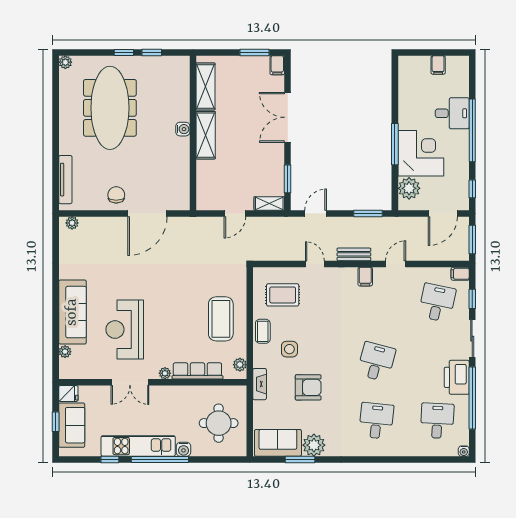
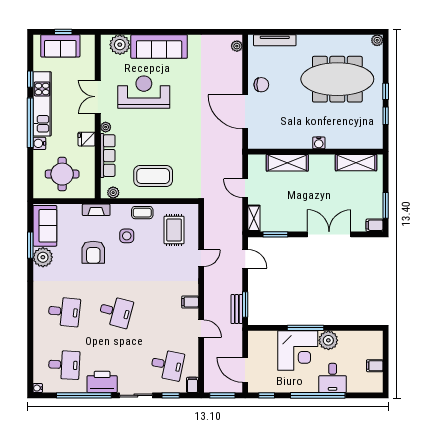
shelving: (206, 135) -> (287, 163), moved
plant: (409, 188) -> (328, 340), moved
bench: (354, 254) -> (237, 309), moved
plant: (65, 352) -> (120, 45), width x1.87, depth x1.87
fridge: (68, 393) -> (87, 139), moved, turned 90

